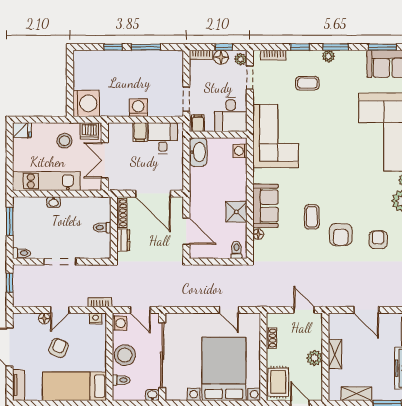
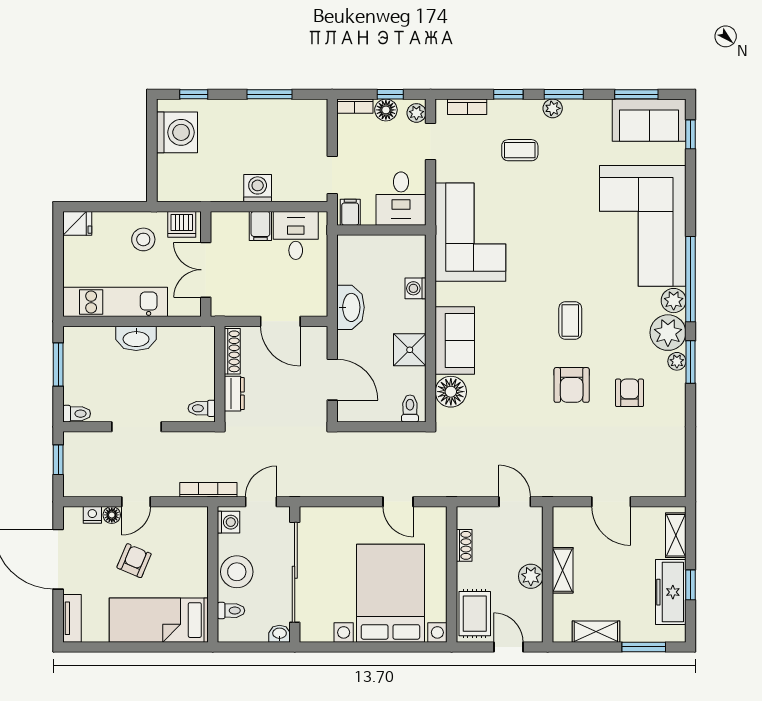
window: (113, 47) -> (194, 94), moved
washing machine: (86, 103) -> (177, 132), moved
washing machine: (240, 151) -> (415, 288), moved
washbasin: (198, 152) -> (351, 307), moved
door: (153, 194) -> (280, 321), width x0.73
washbasin: (54, 202) -> (136, 338), width x1.91, depth x1.45
coffee table: (312, 217) -> (570, 320), moved
toilet: (102, 228) -> (202, 408), moved
floor lamp: (258, 234) -> (451, 392), width x1.89, depth x1.89
bookcase: (100, 302) -> (208, 490), width x1.56
door: (140, 310) -> (261, 502), swing flipped
nightstand: (96, 318) -> (92, 515), moved

